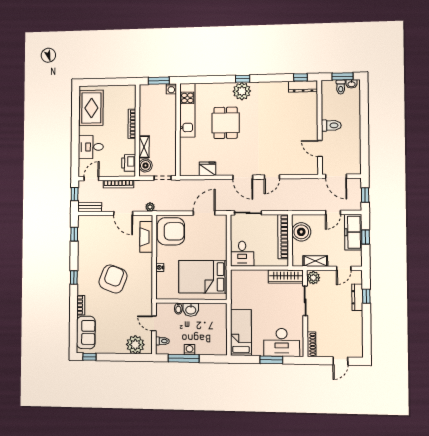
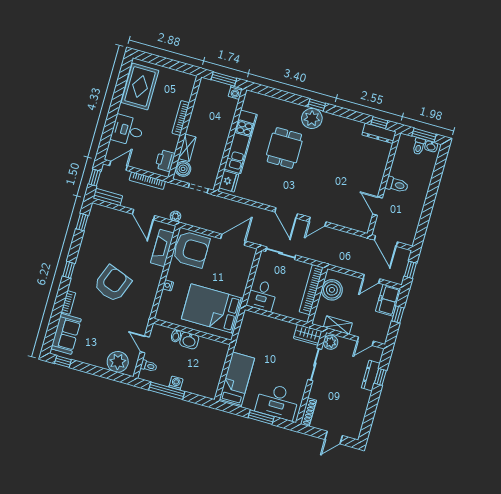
kitchen unit: (187, 110) -> (241, 142), moved
fridge: (208, 169) -> (229, 181), moved, turned 90
freezer: (353, 232) -> (388, 300), width x0.71
wardrobe: (286, 277) -> (308, 335), width x0.67

